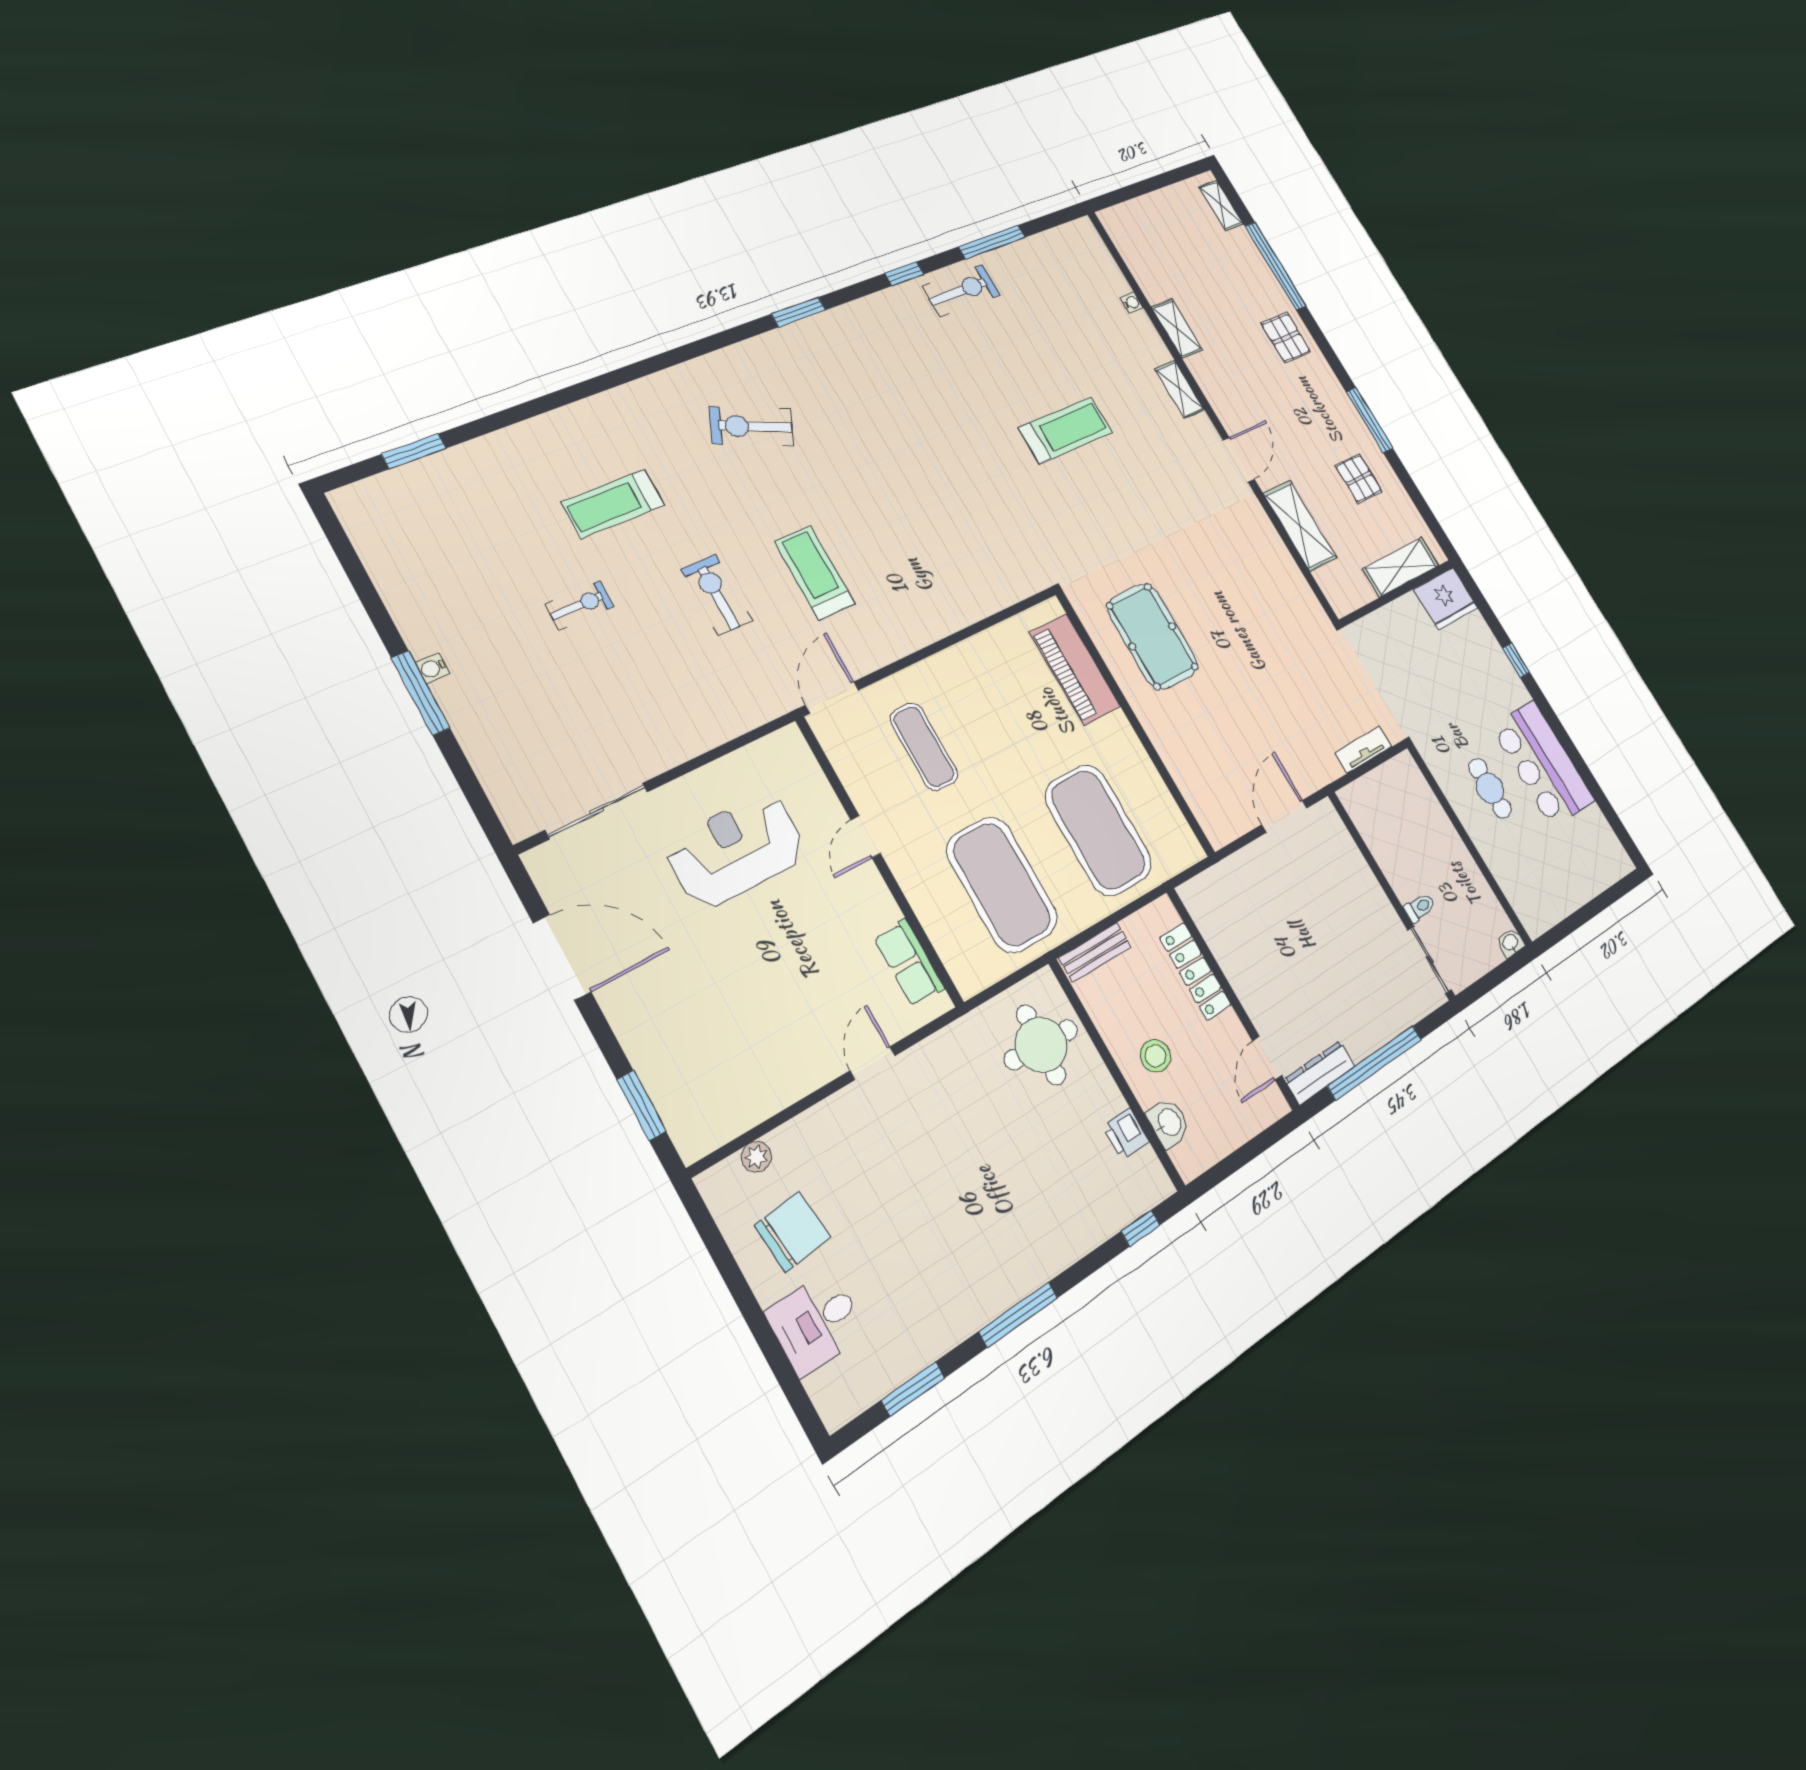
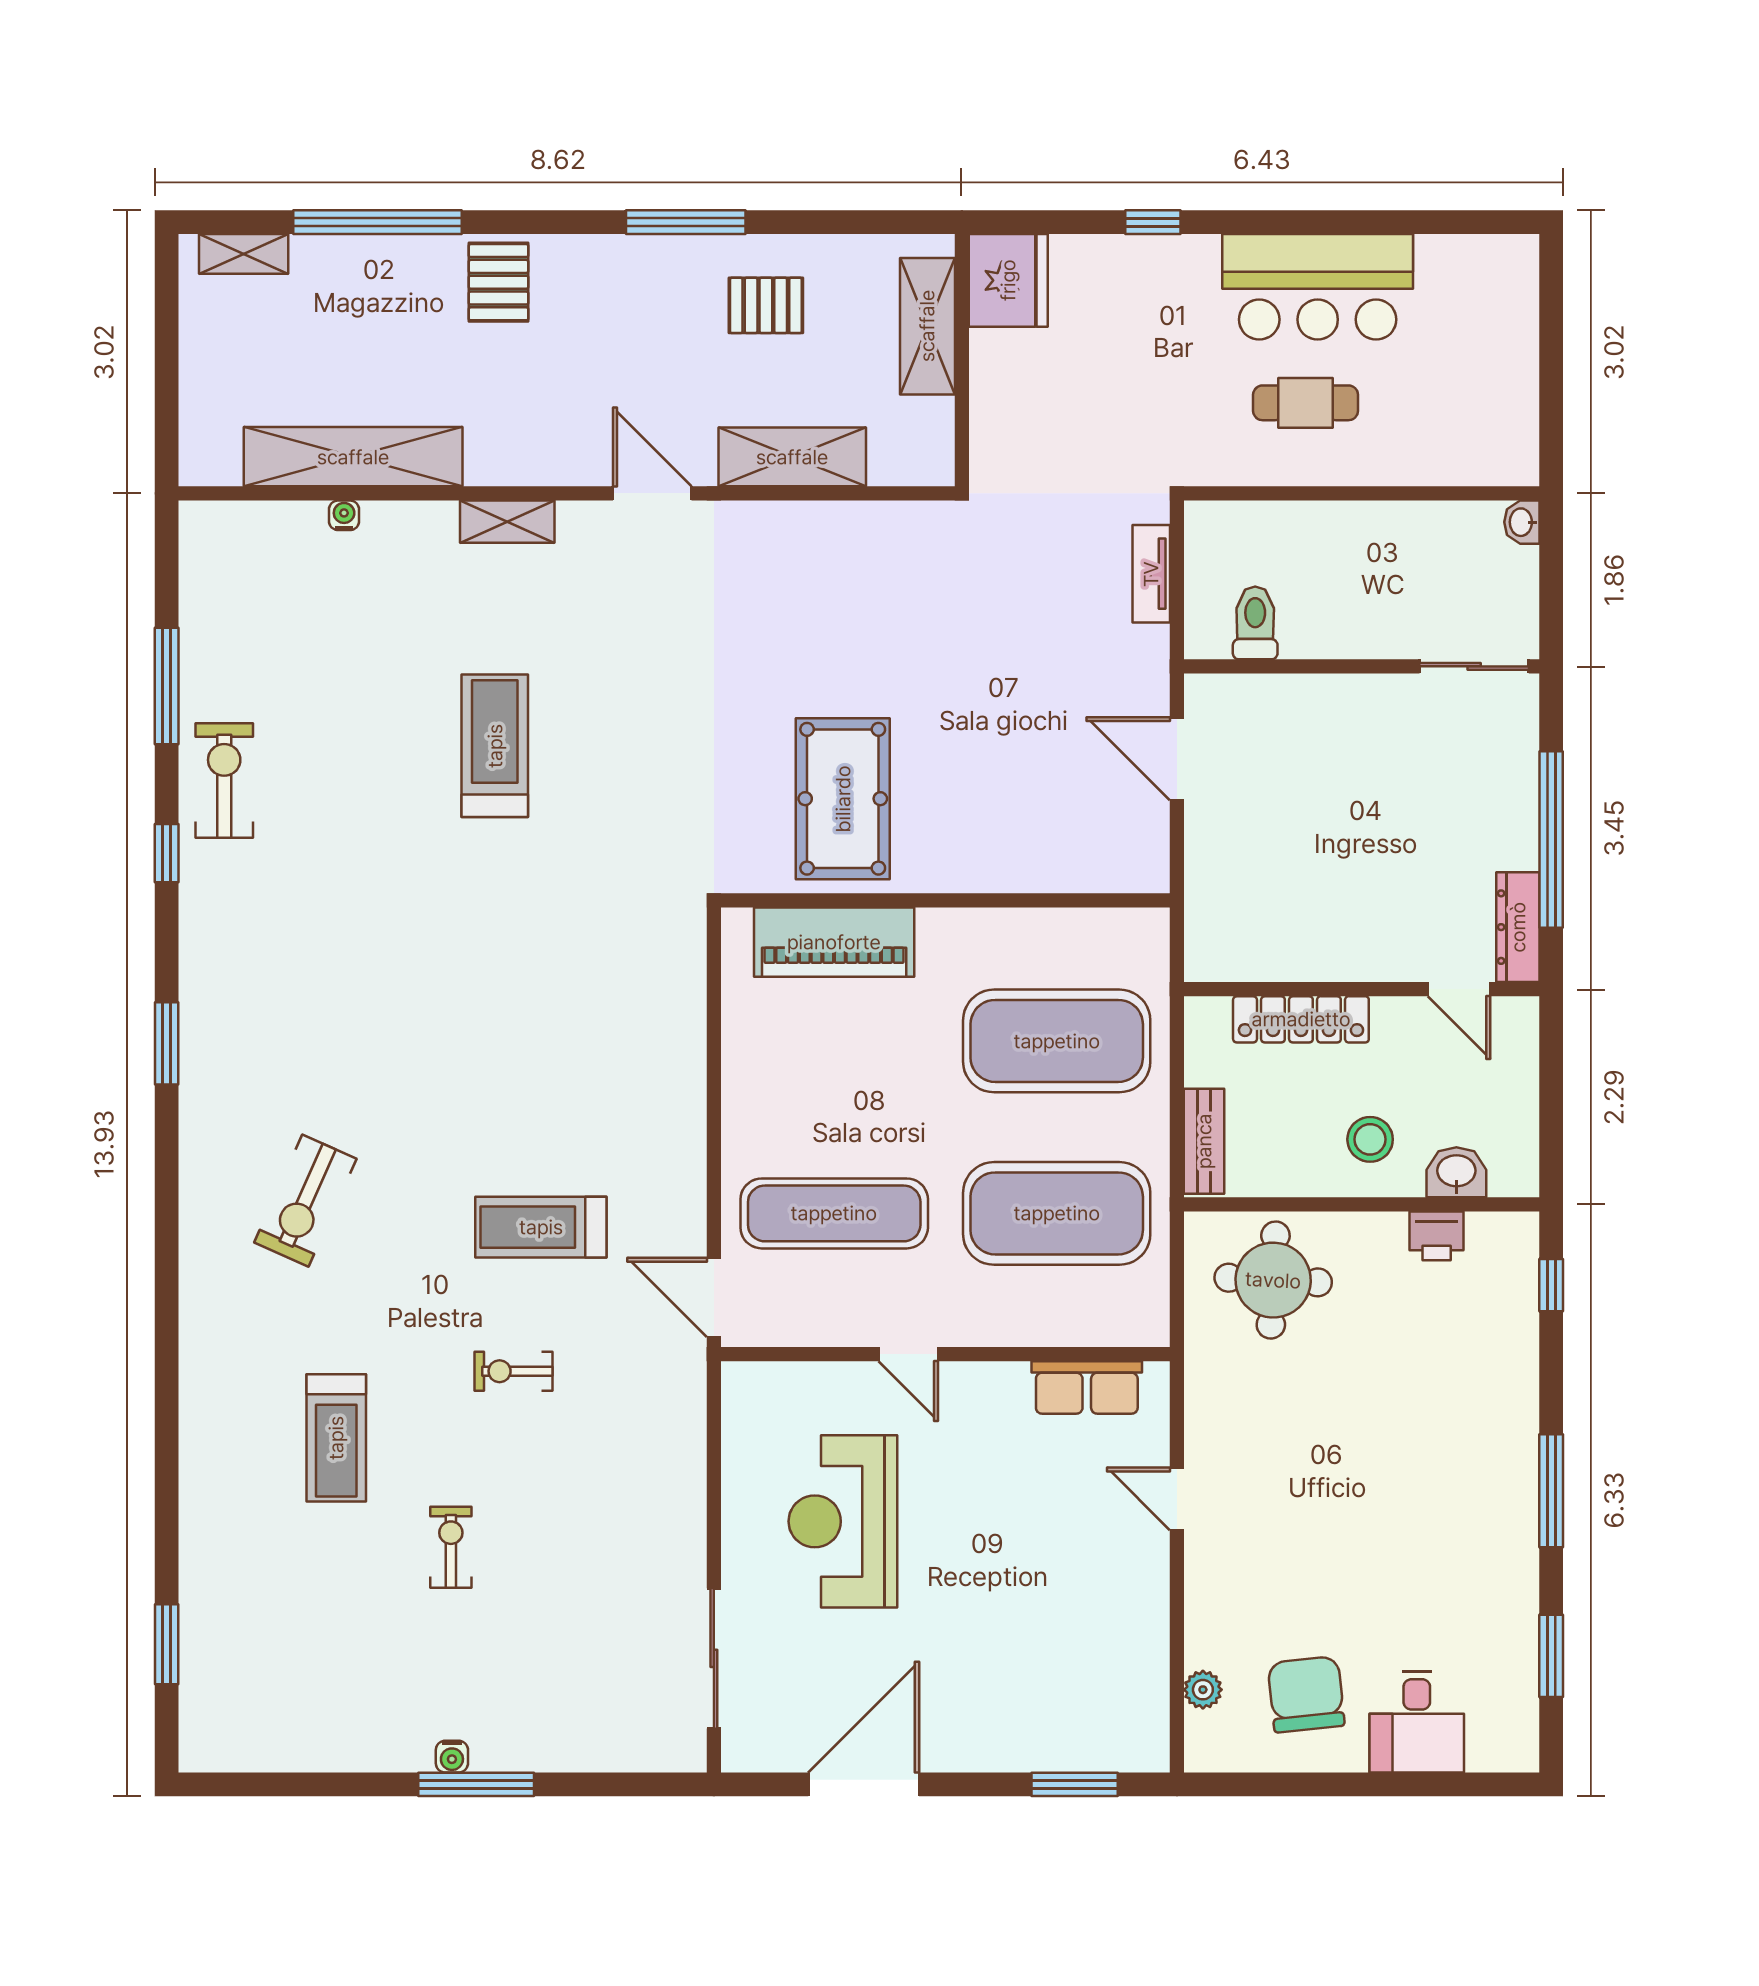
shelving: (1177, 328) -> (353, 457), width x2.20, depth x1.33
pallet: (1286, 337) -> (499, 282), turned 90
exercise bike: (717, 595) -> (514, 1371), width x0.73, depth x0.72
pool table: (1152, 636) -> (843, 799), turned 90
exercise mat: (924, 747) -> (834, 1213), width x1.36, depth x1.45
toilet: (1420, 907) -> (1255, 623), moved, width x1.37, depth x1.39

